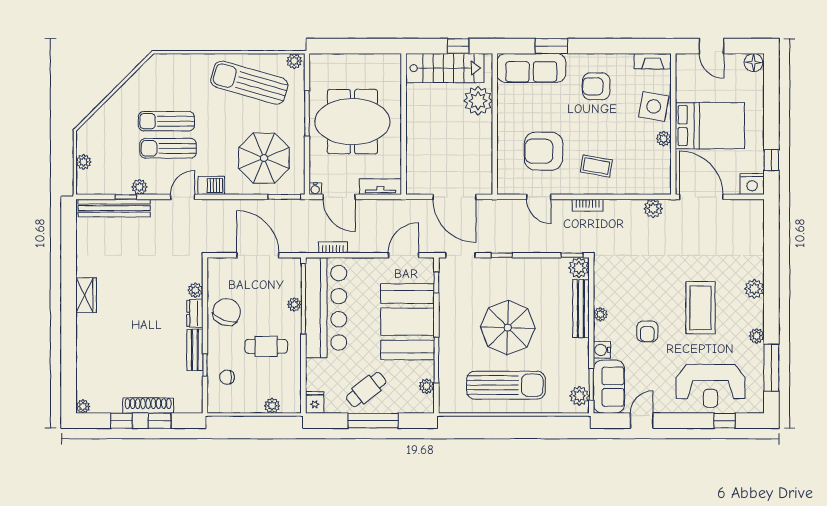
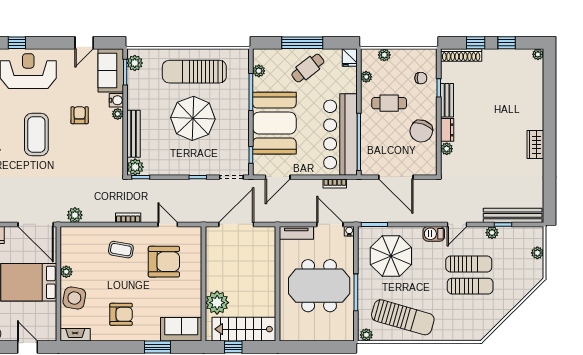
sofa: (531, 68) -> (181, 329), width x0.73
door: (454, 197) -> (236, 224), hinge flipped
plant: (294, 304) -> (366, 77), moved
plant: (600, 314) -> (118, 114), moved
shoe rack: (148, 406) -> (461, 55), moved

